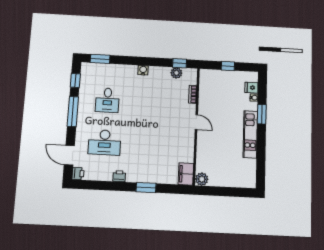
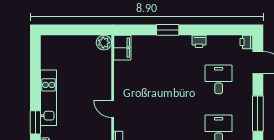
desk: (105, 142) -> (219, 79), width x0.73

